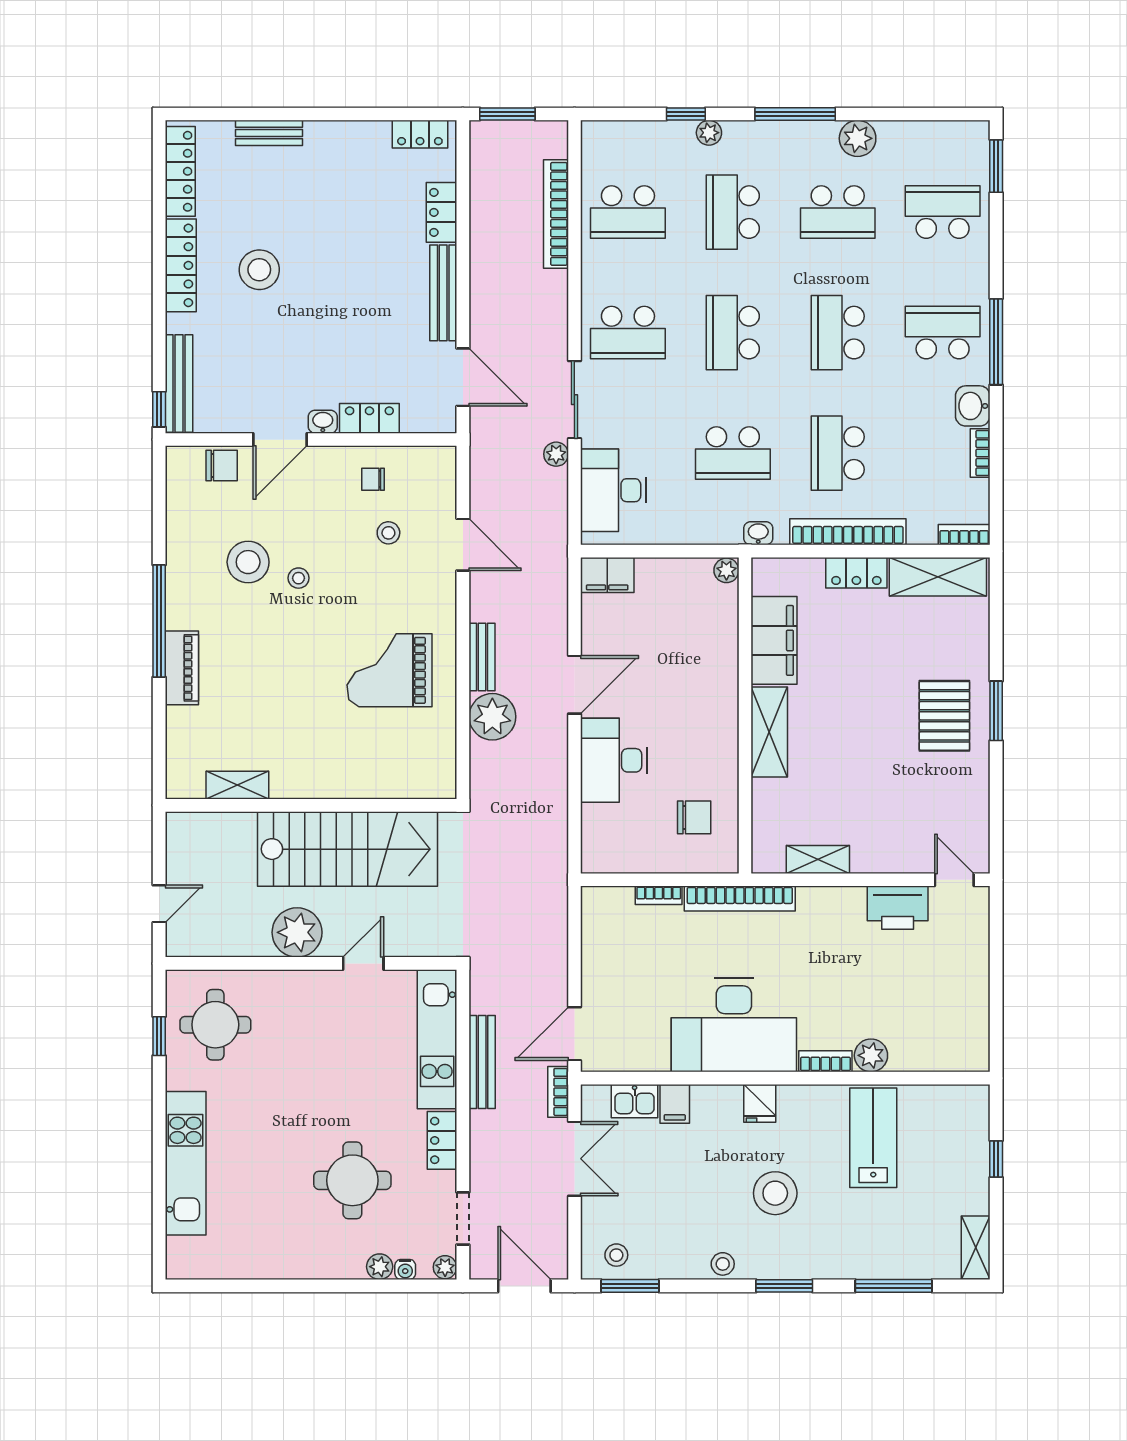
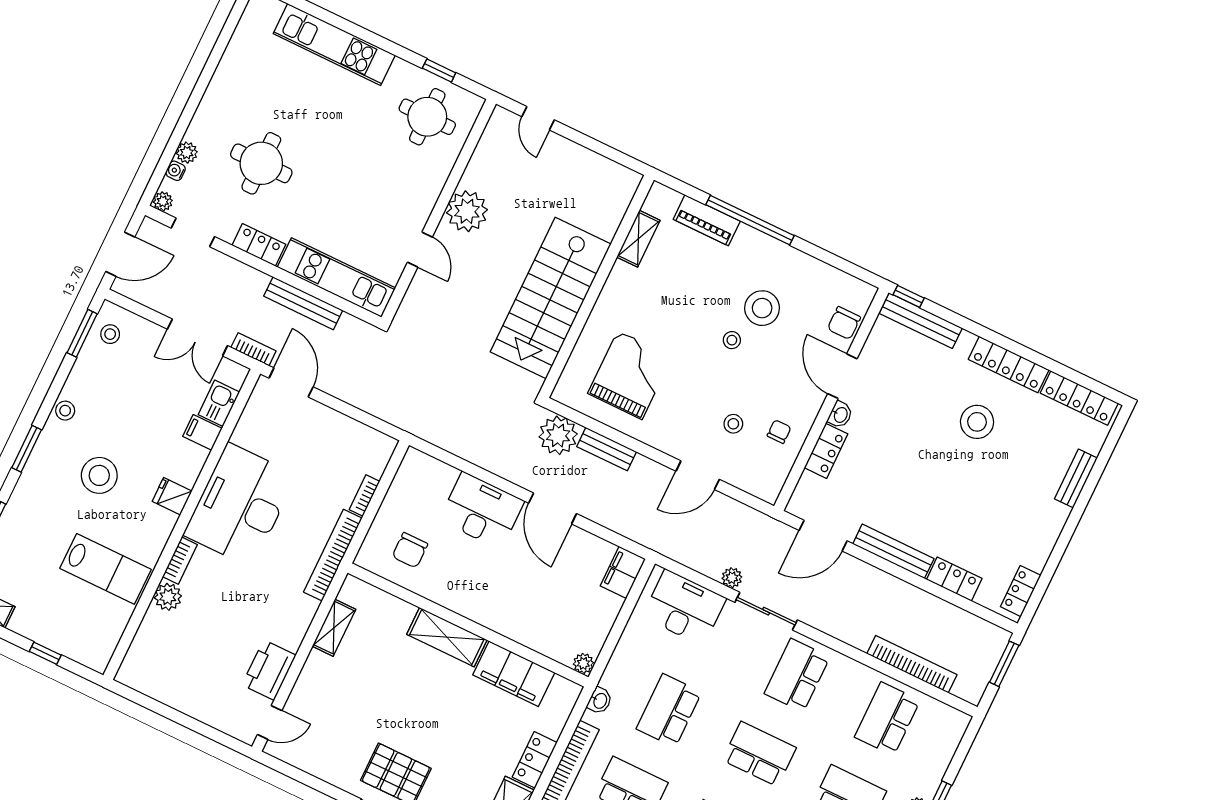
shelving: (237, 785) -> (638, 239), moved
wall: (311, 805) -> (597, 286), moved
stairs: (347, 849) -> (551, 298), moved

